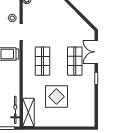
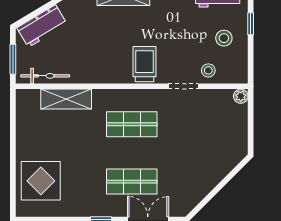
display table: (56, 97) -> (41, 181), moved
shelving: (28, 112) -> (66, 99), moved

